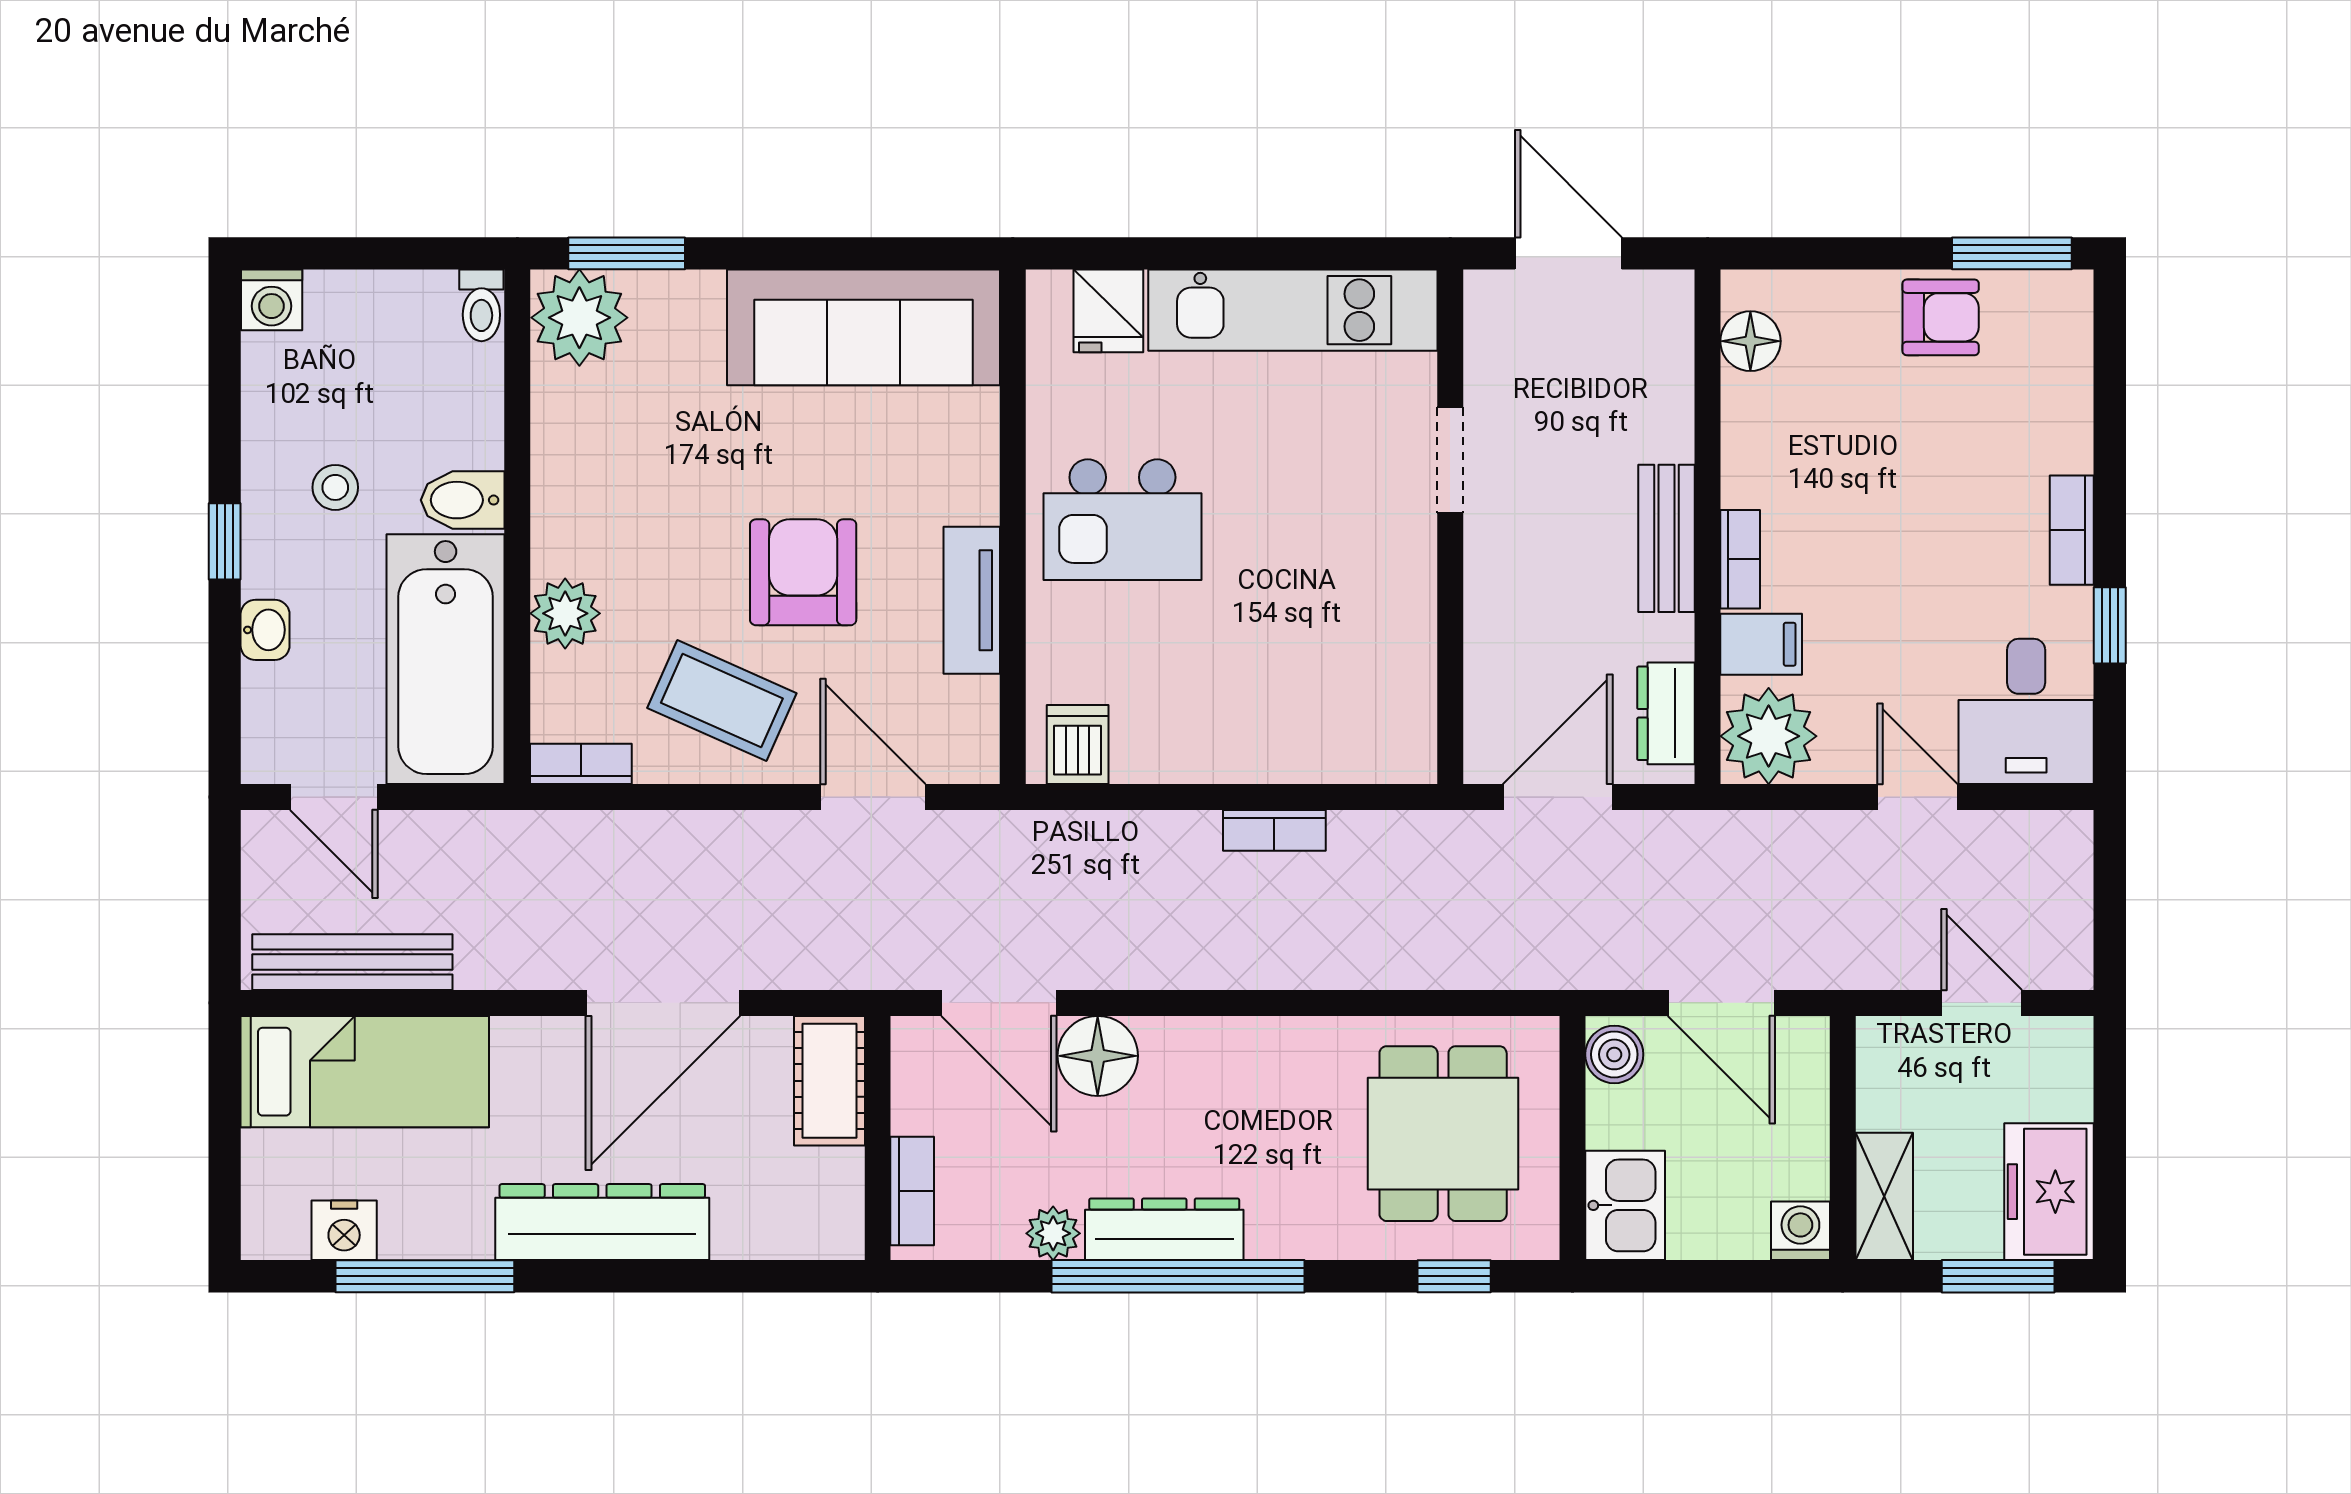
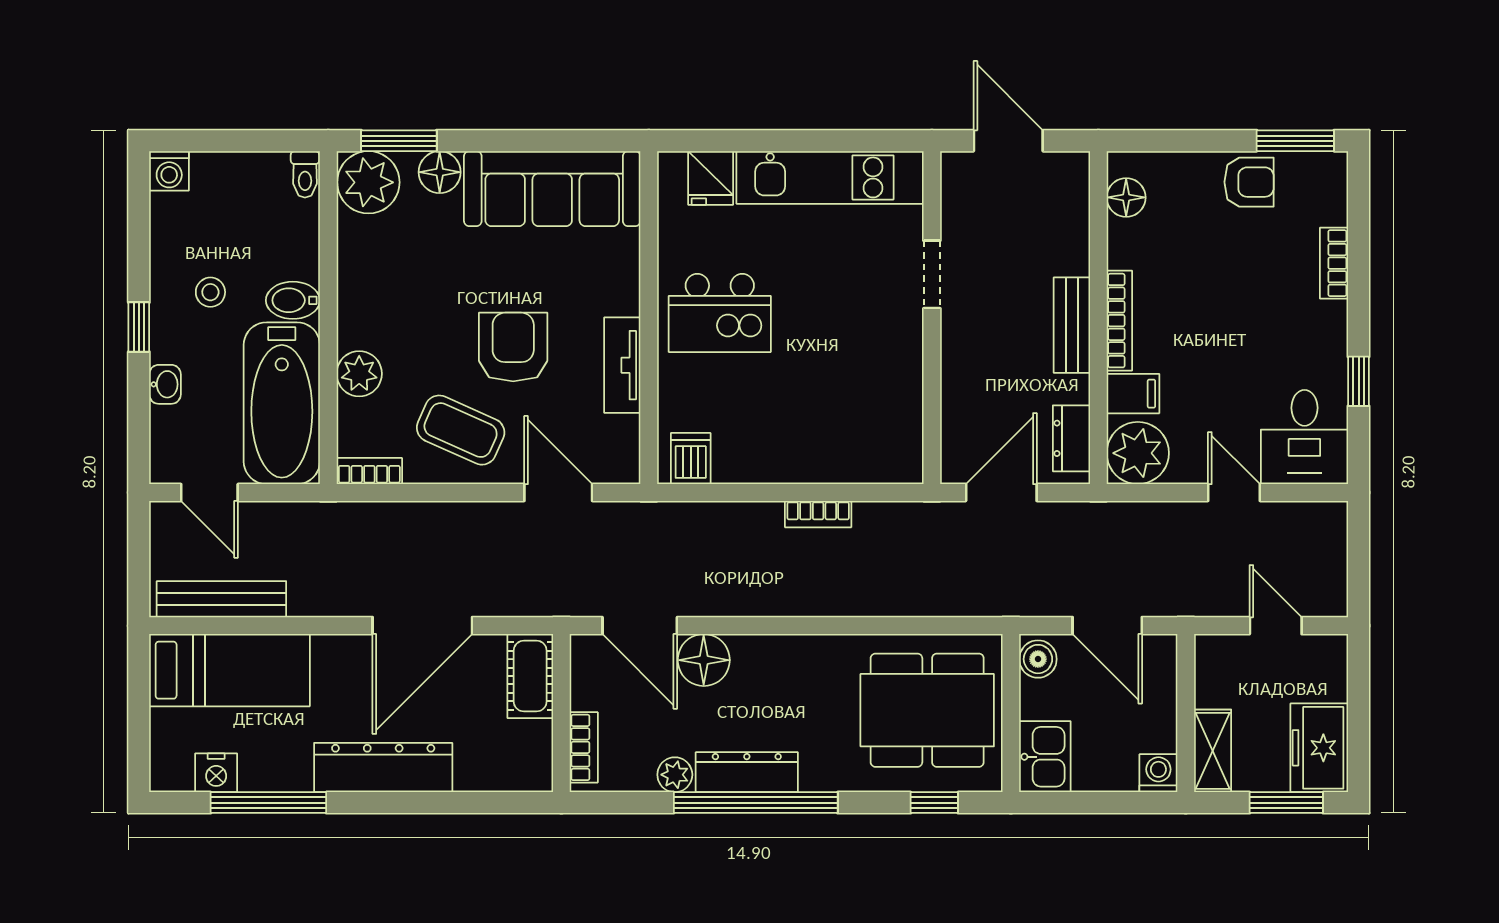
floor lamp: (690, 302) -> (440, 172), added
bookcase: (2072, 530) -> (1334, 263), moved
bookcase: (1740, 559) -> (1119, 321), width x1.56
dining table: (1443, 1134) -> (927, 710), width x1.38

